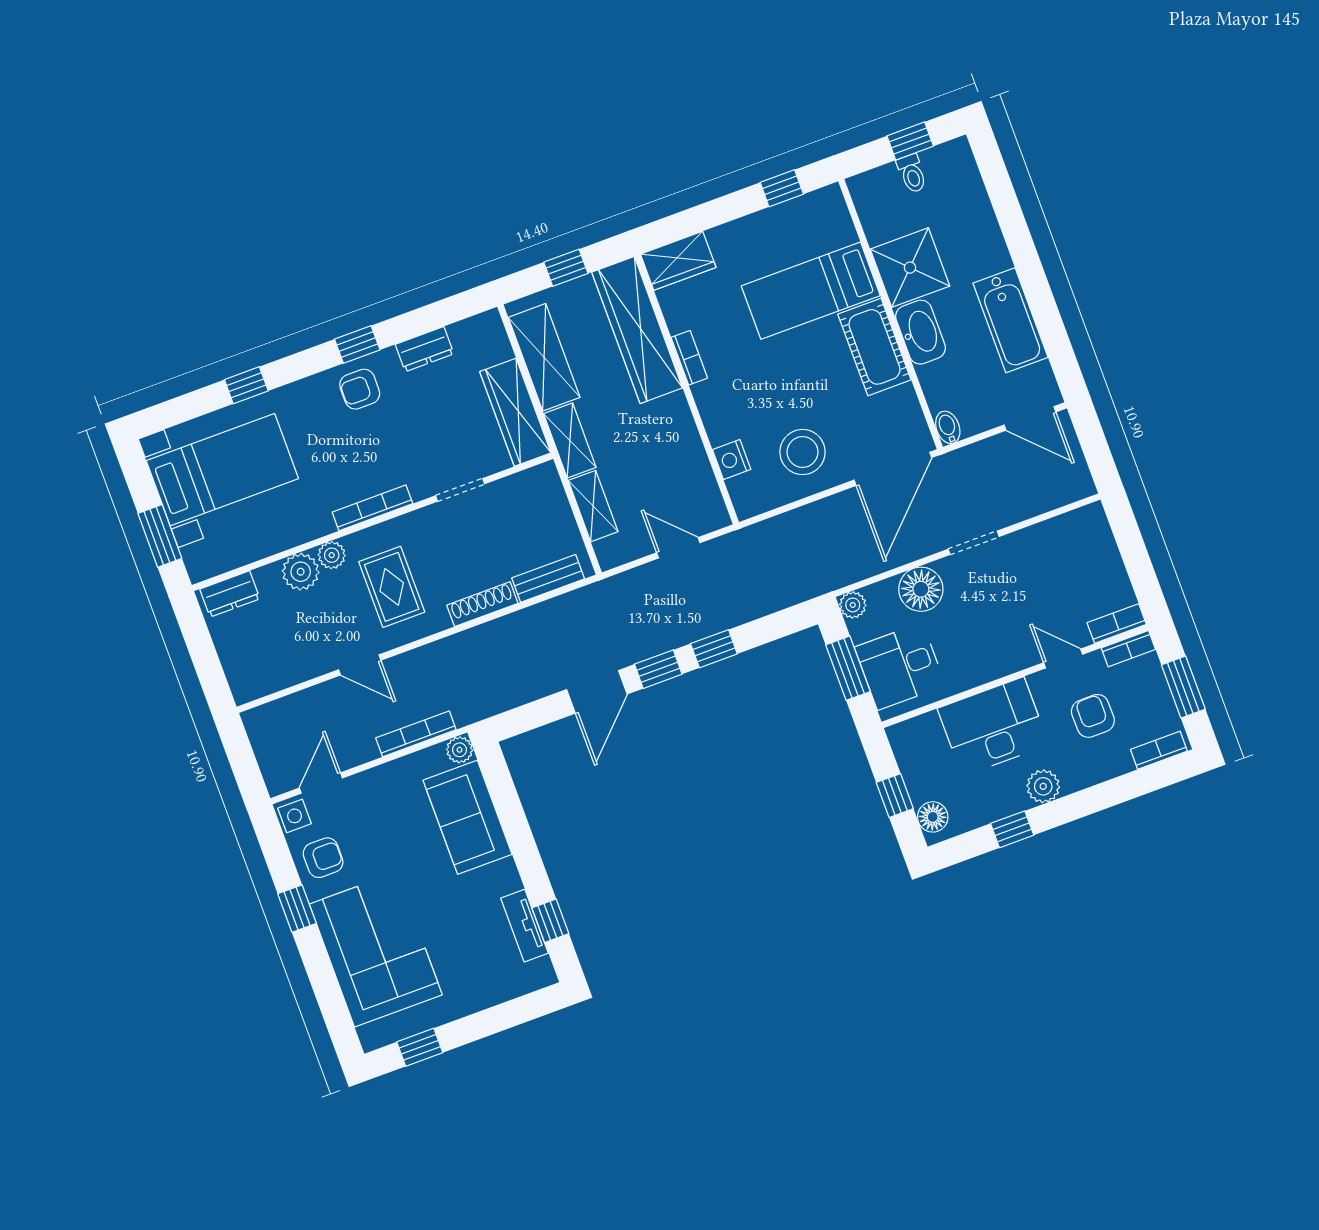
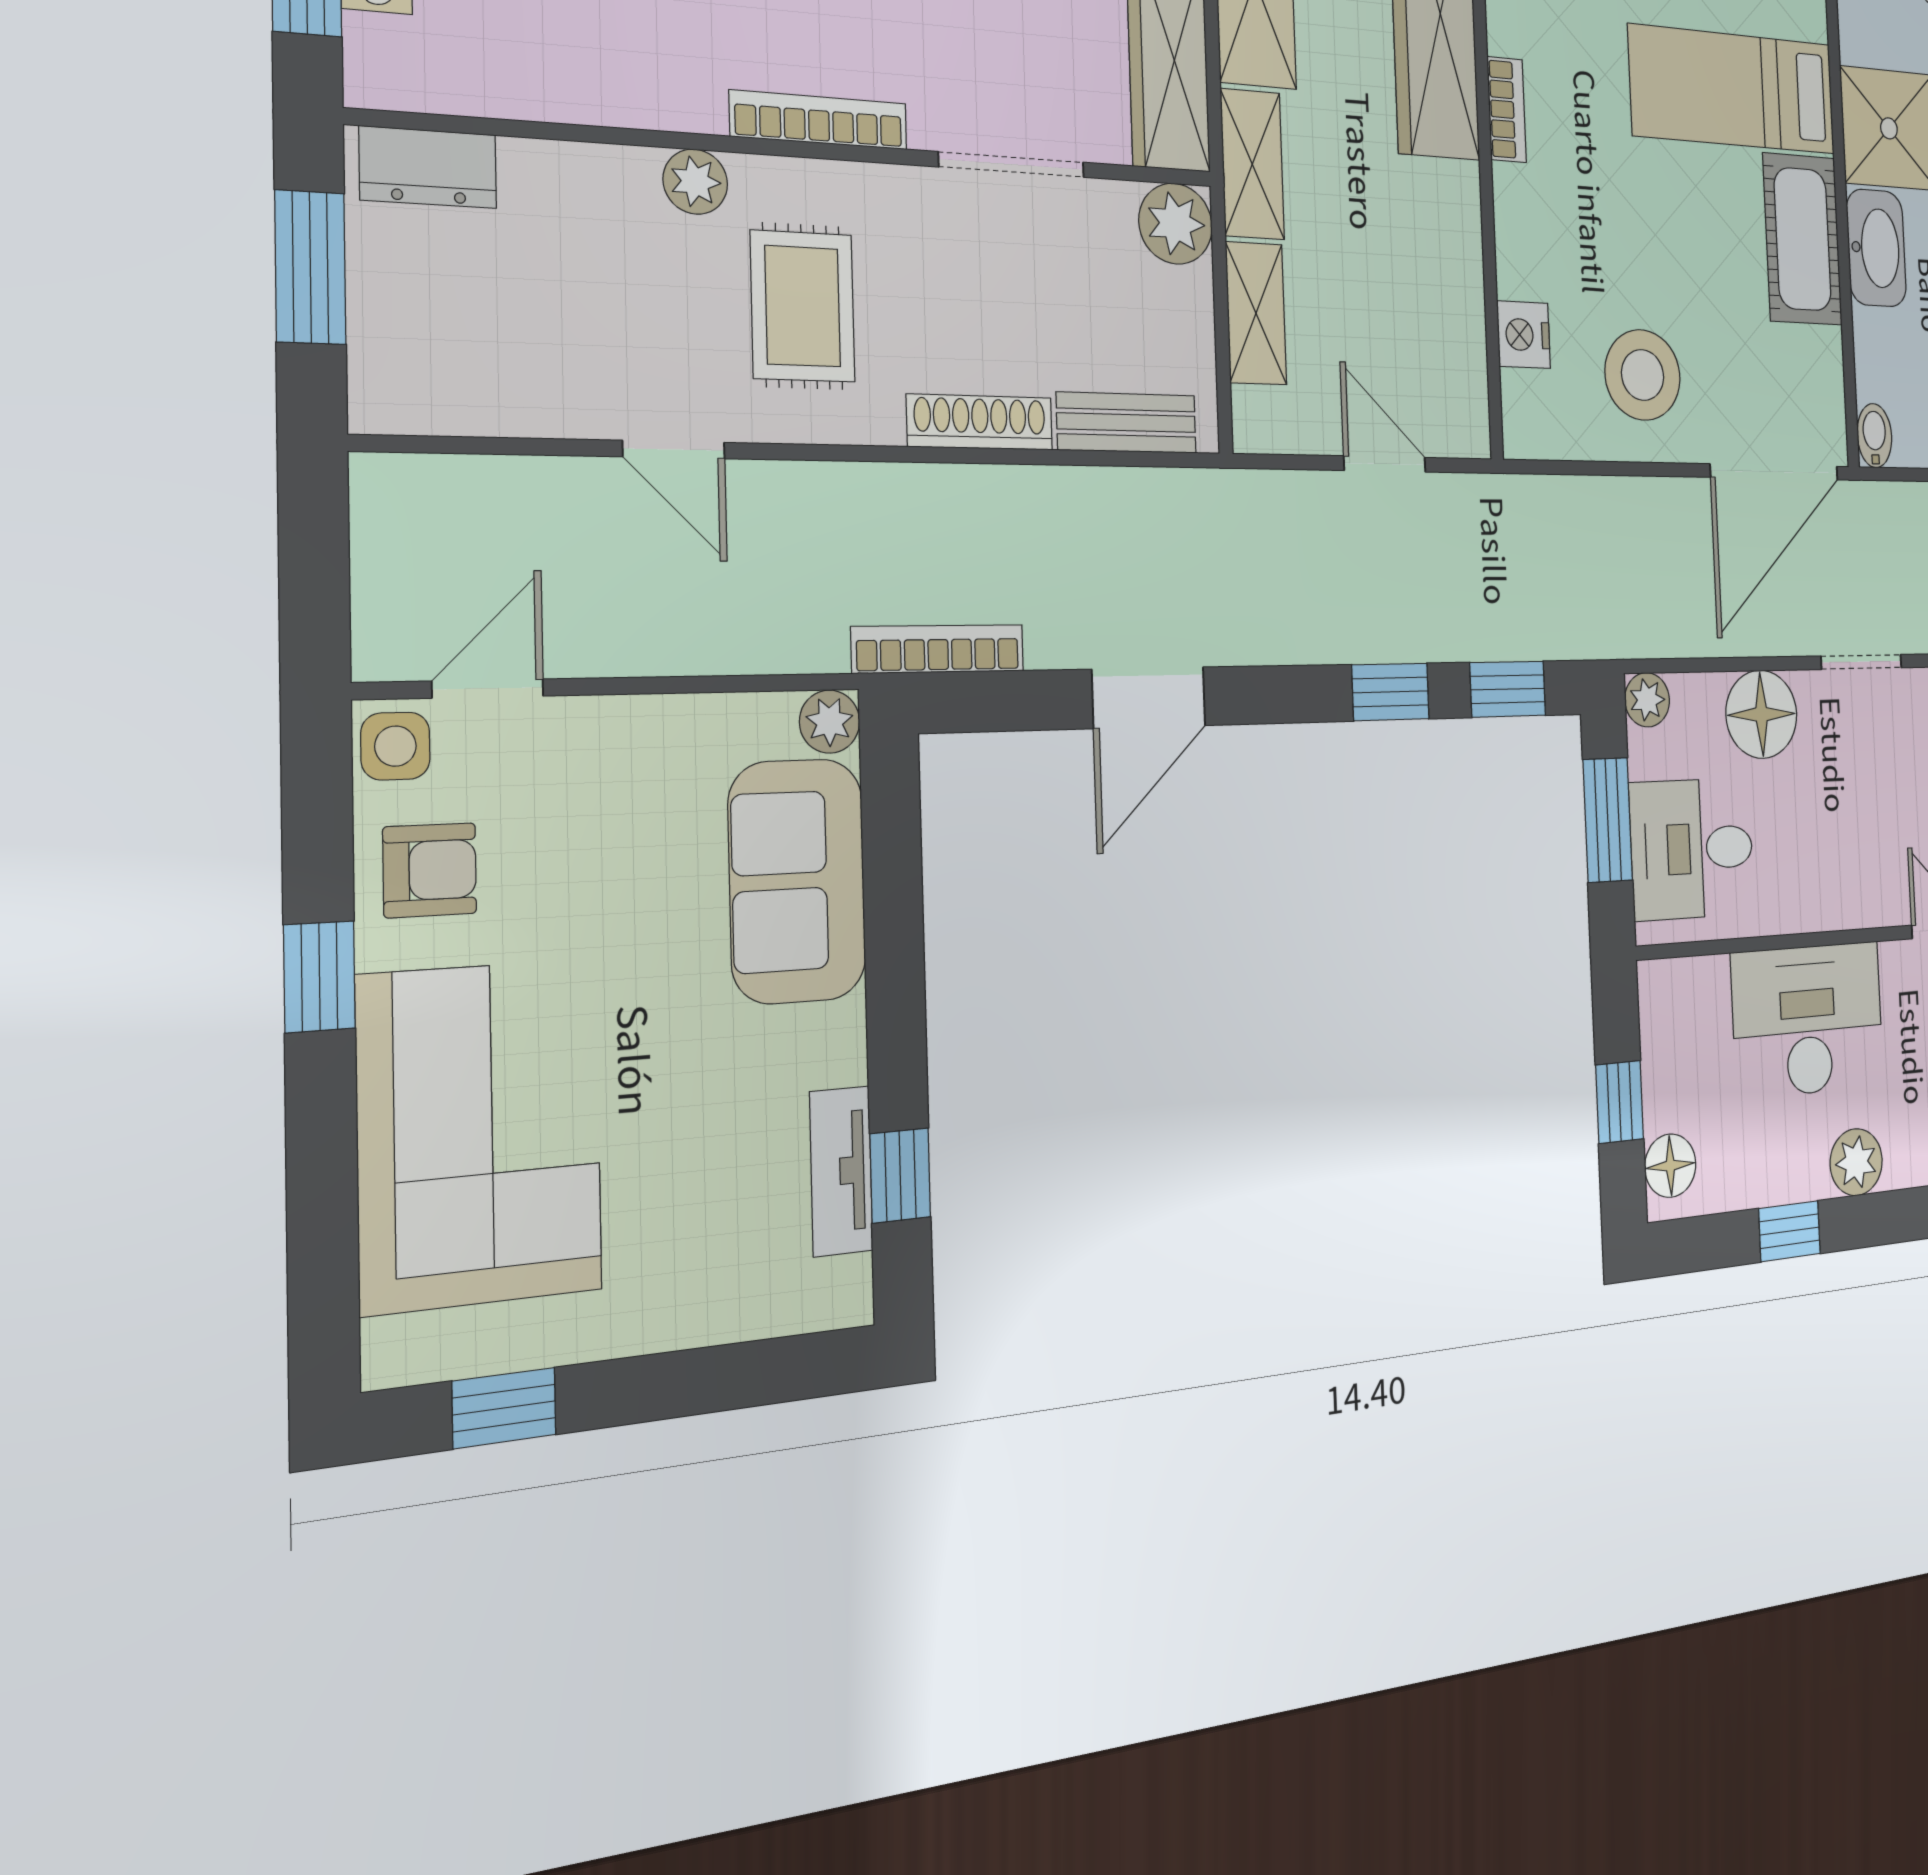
doorway: (460, 490) -> (1012, 165), width x1.38
plant: (301, 572) -> (1176, 224), moved
window: (202, 650) -> (310, 267), added
window: (658, 669) -> (1508, 689), moved
bookcase: (416, 734) -> (938, 649), moved

